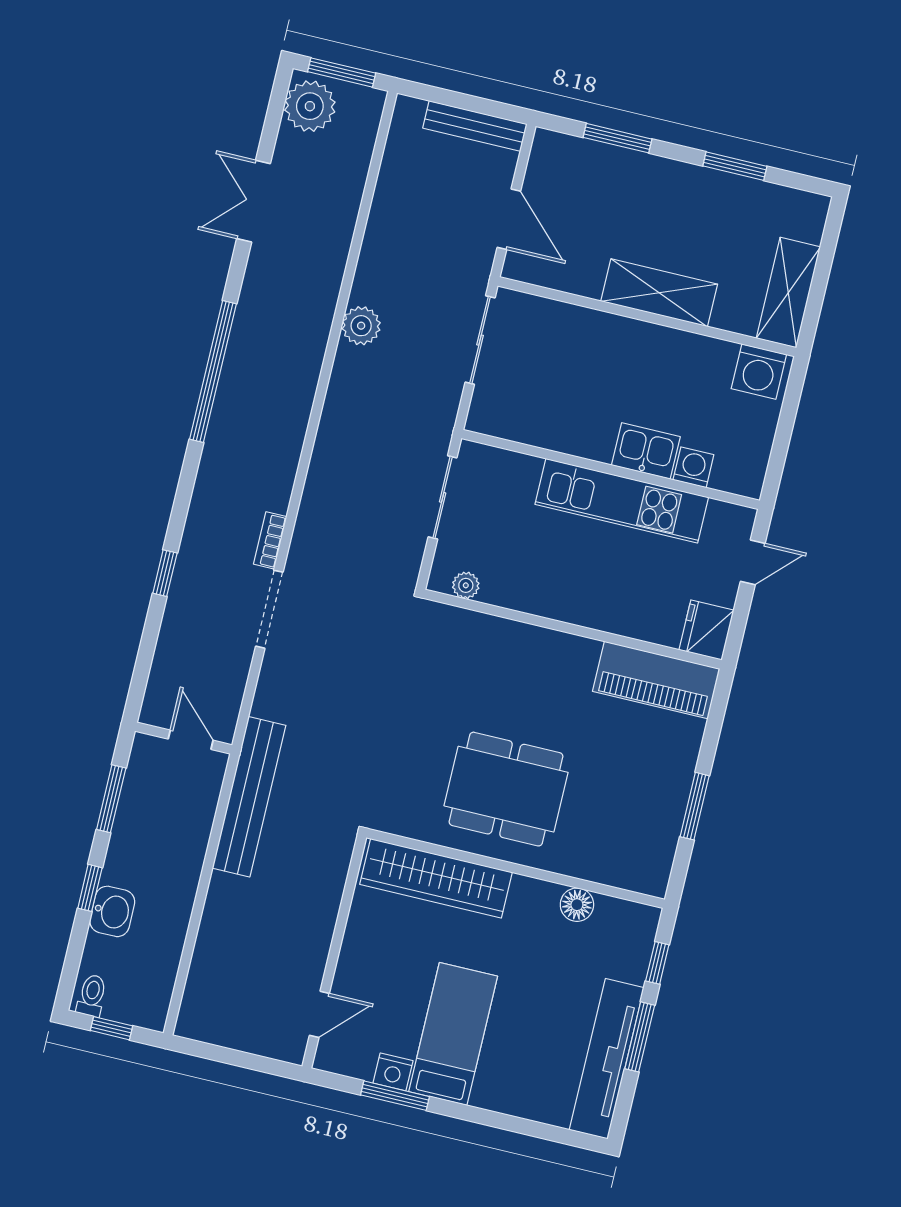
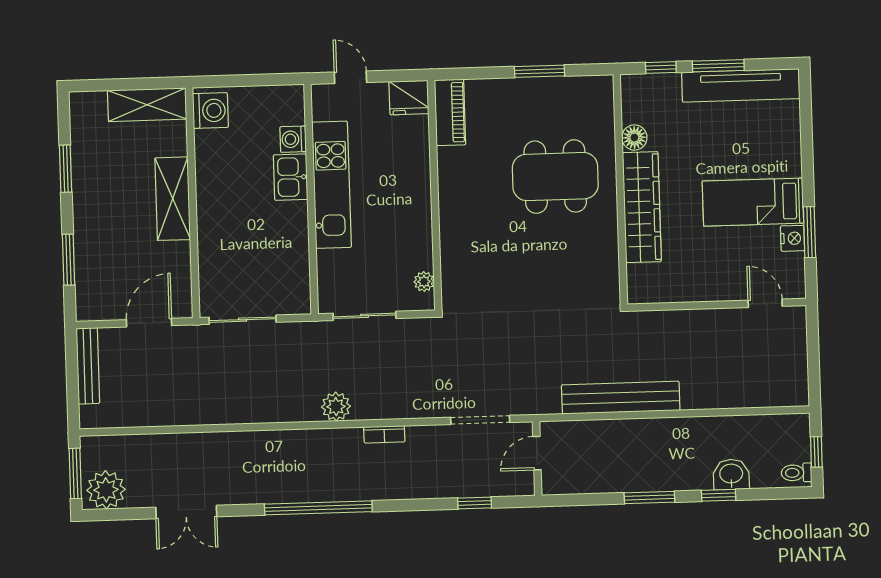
plant: (361, 326) -> (336, 407), moved
bookcase: (270, 540) -> (384, 434), moved
piano: (656, 680) -> (450, 112), width x0.73, depth x0.75
wall: (184, 738) -> (537, 458), moved
door: (191, 740) -> (537, 453), moved
dining table: (506, 789) -> (555, 177), moved, turned 90
wardrobe: (436, 878) -> (642, 207), moved

